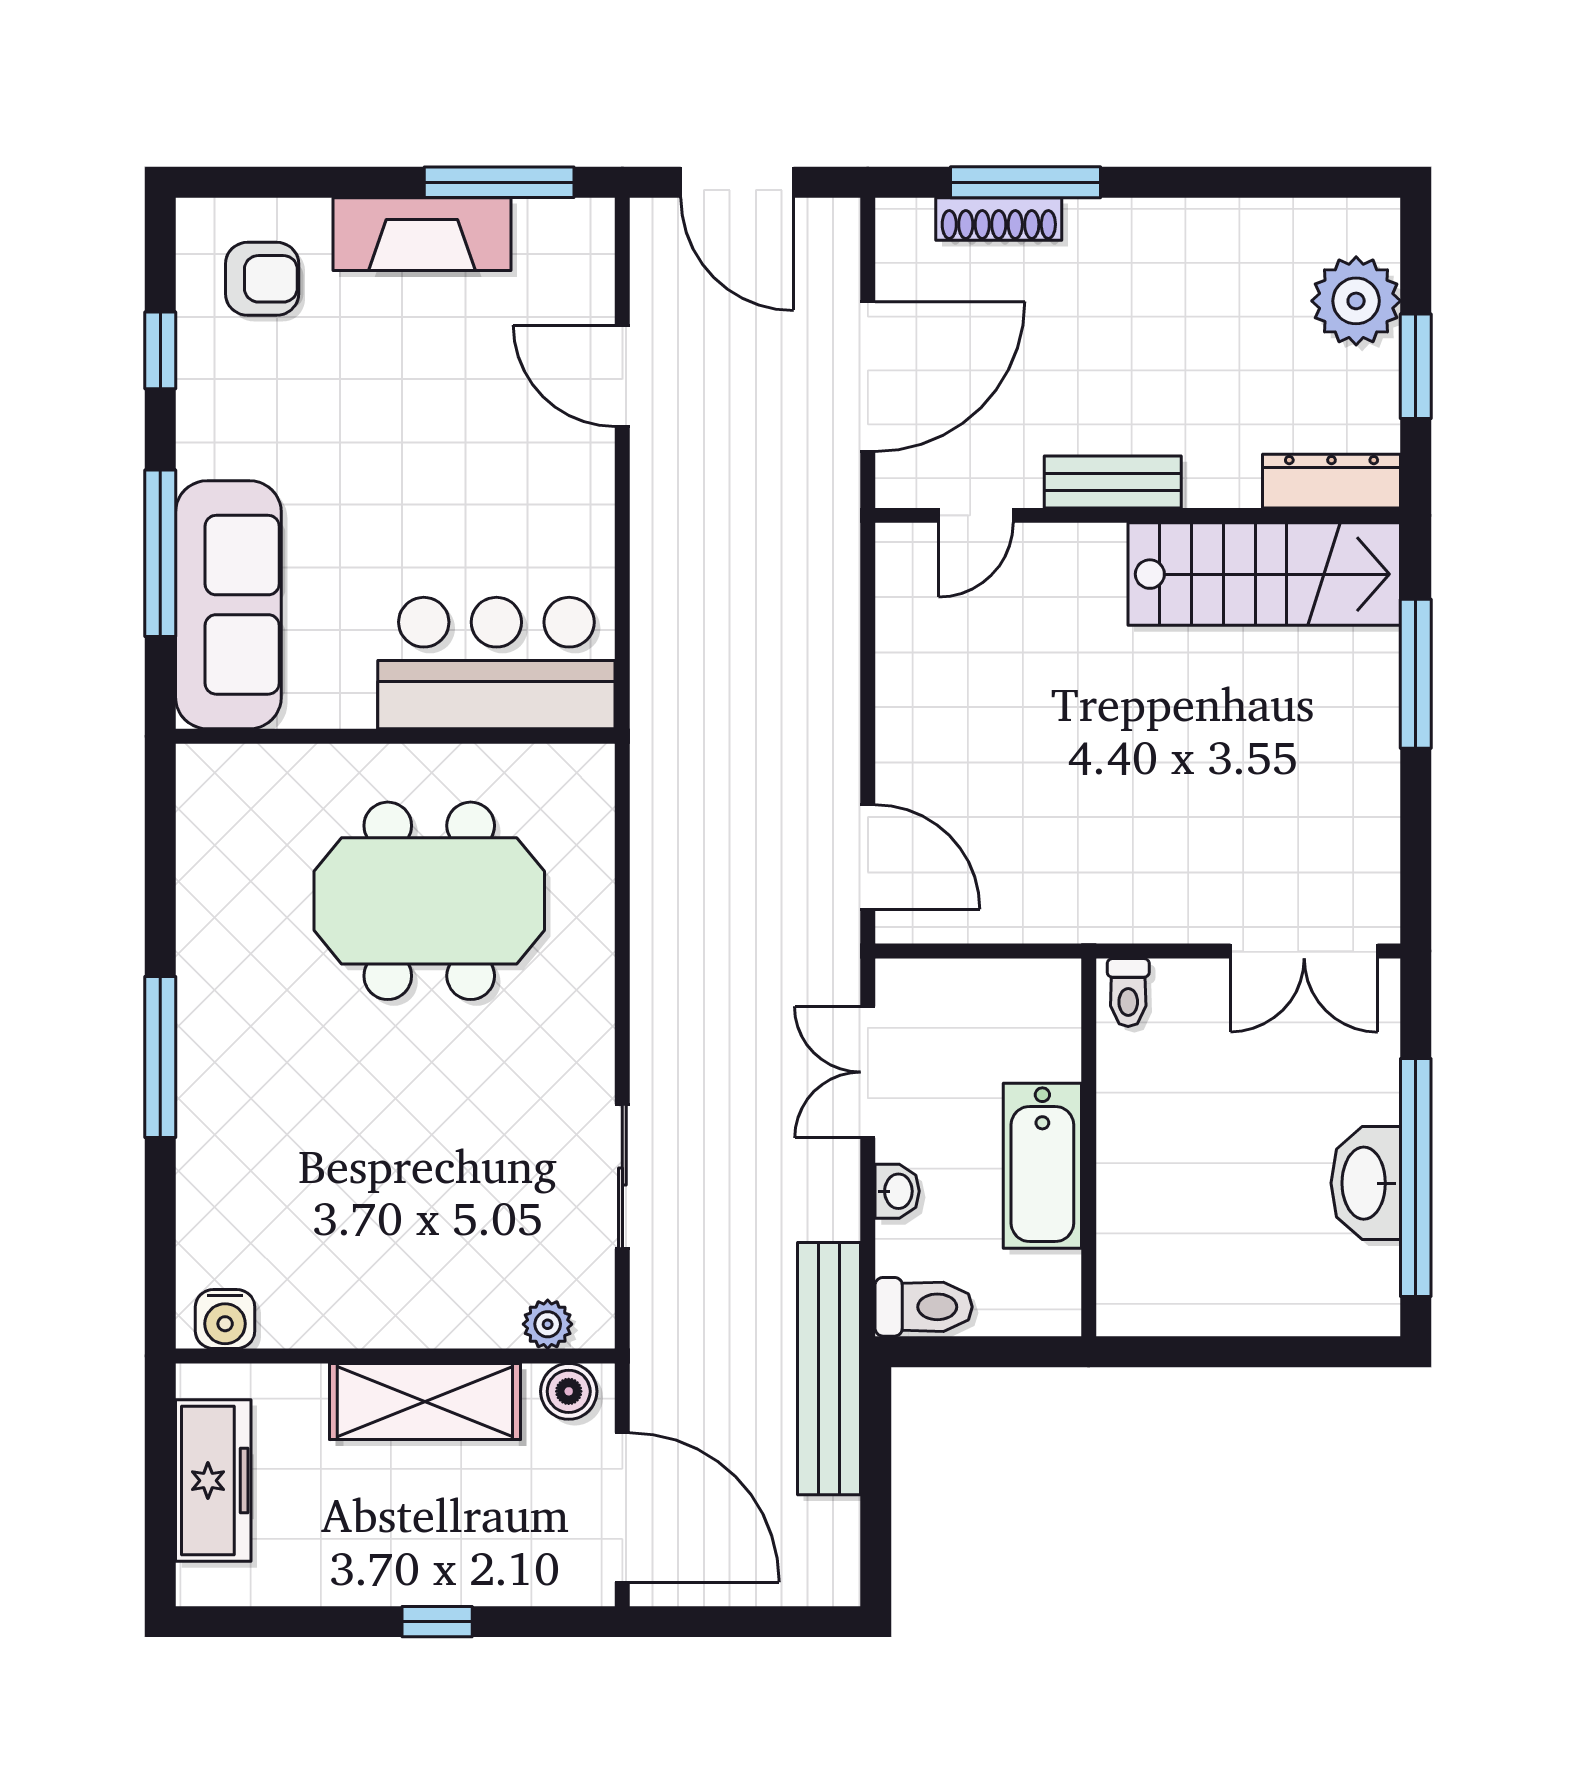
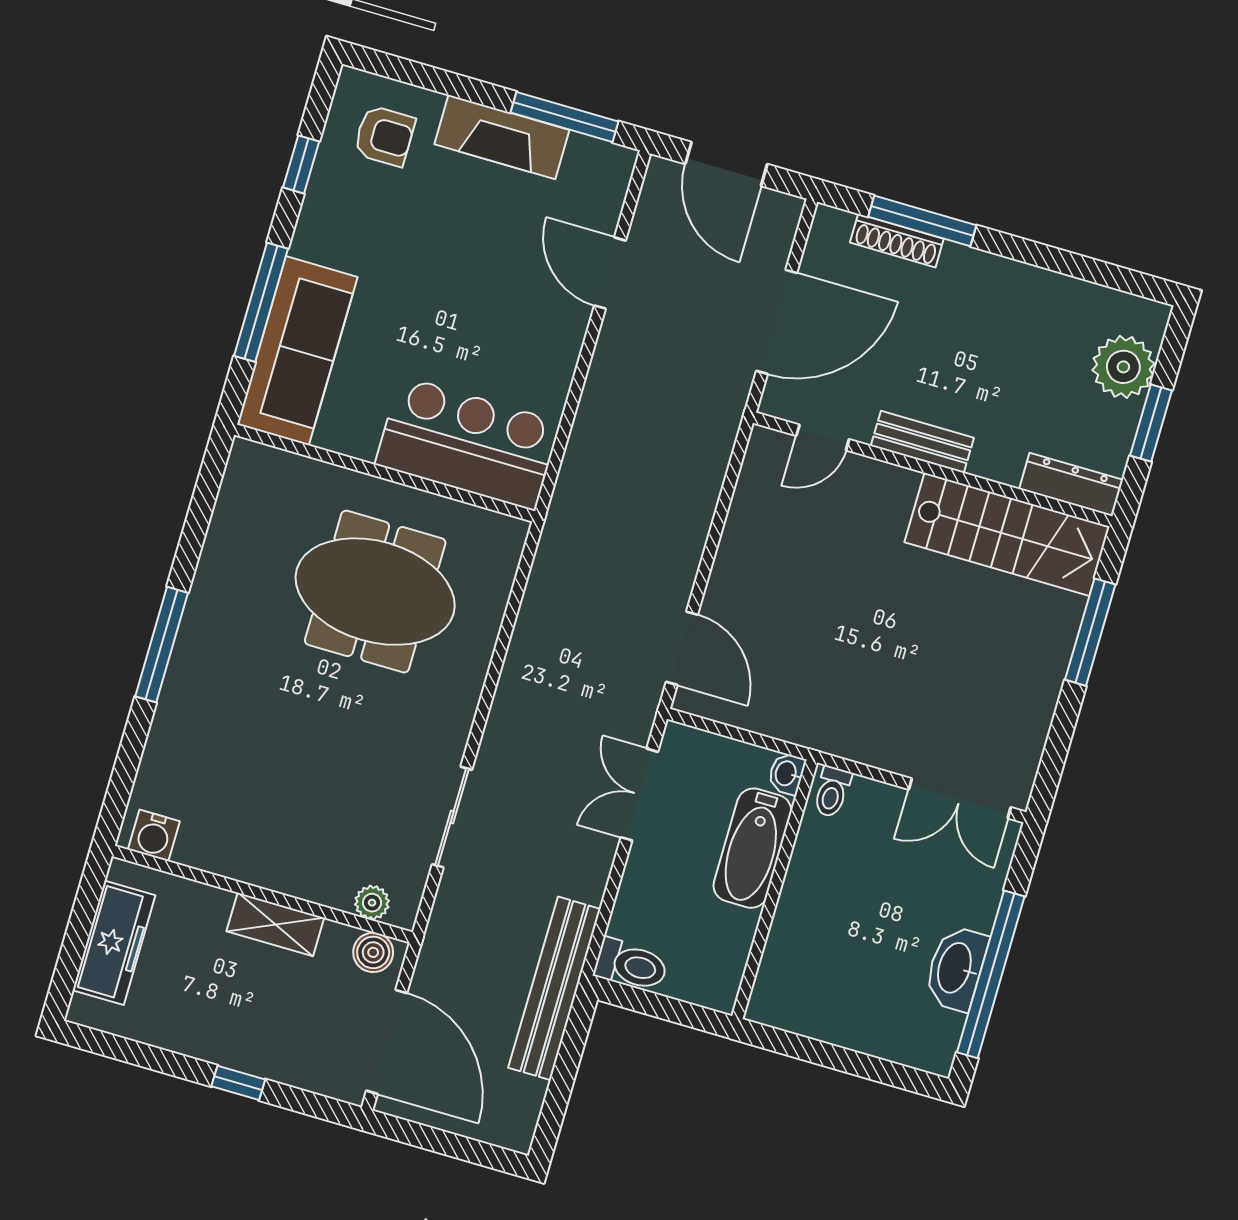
bathtub: (1042, 1166) -> (752, 848), moved
washbasin: (897, 1191) -> (787, 774), moved, turned 180
shelving: (425, 1401) -> (275, 924), width x0.67, depth x0.75

